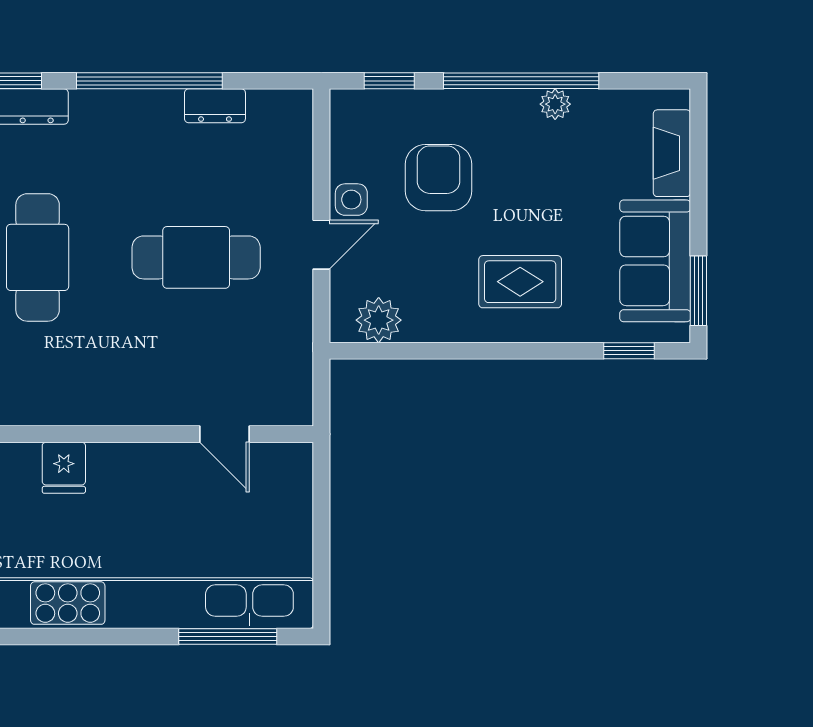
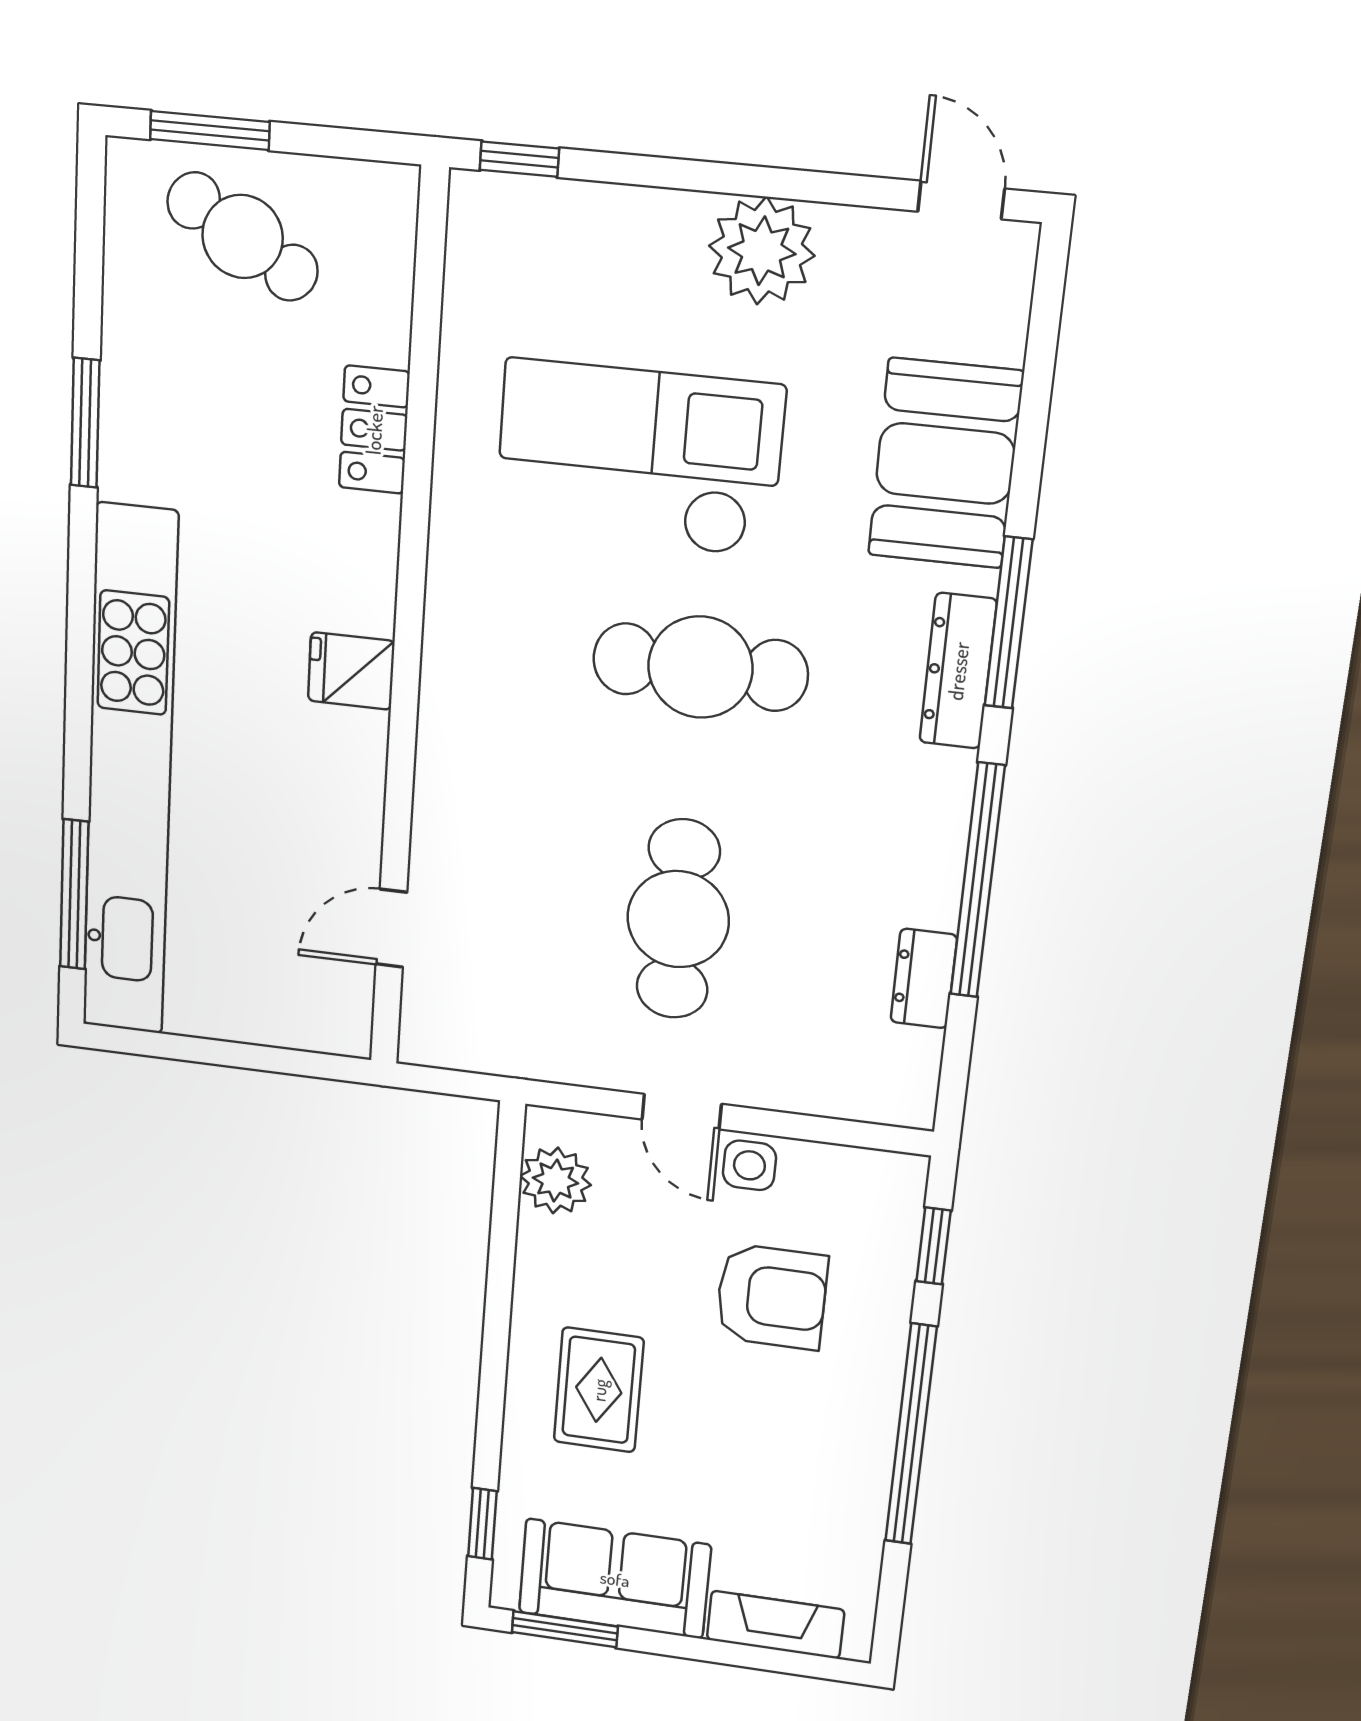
plant: (555, 104) -> (869, 1477), removed

